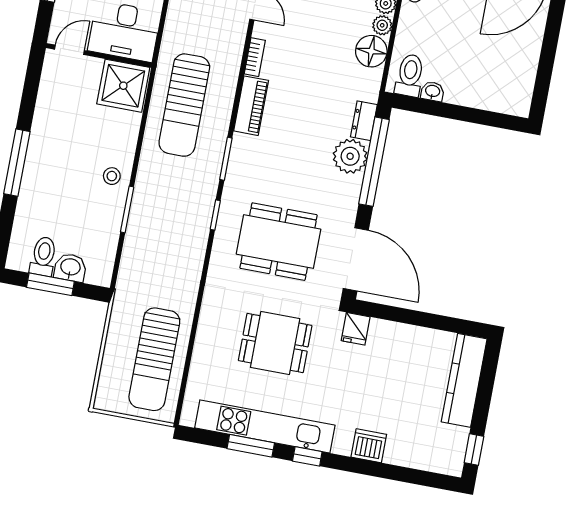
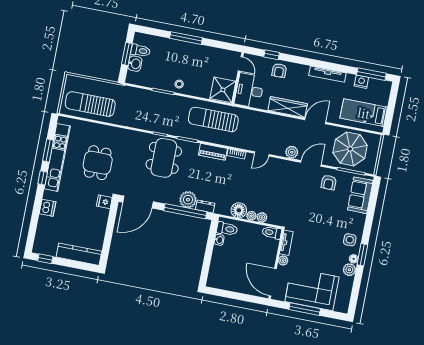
dining table: (279, 242) -> (164, 158), moved

